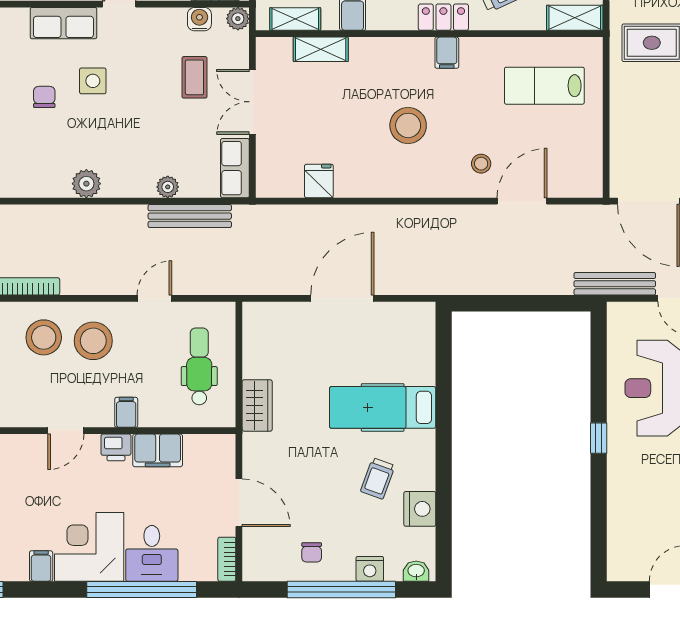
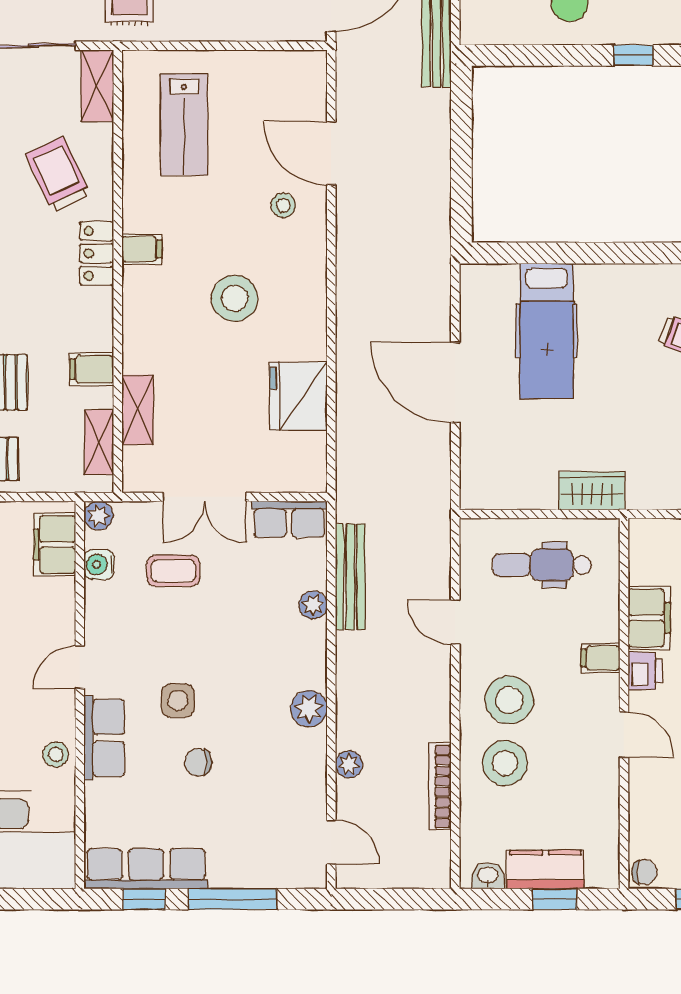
fridge: (319, 181) -> (298, 396), width x1.88, depth x1.34
plant: (43, 215) -> (349, 764), added
hospital bed: (383, 407) -> (547, 331), moved

